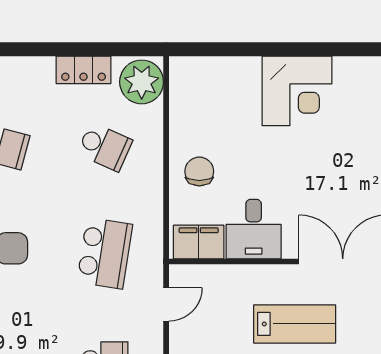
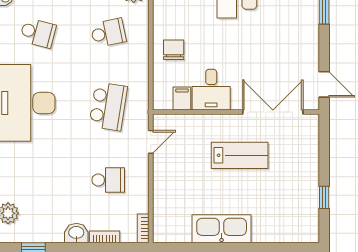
school desk: (105, 147) -> (108, 33), turned -36
filing cabinet: (199, 242) -> (182, 99), width x0.50

